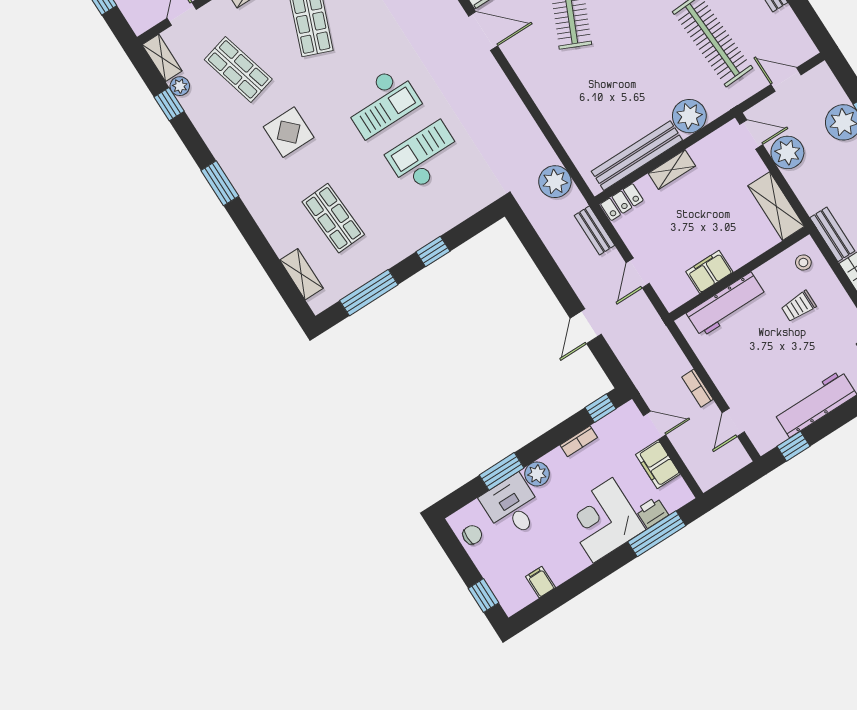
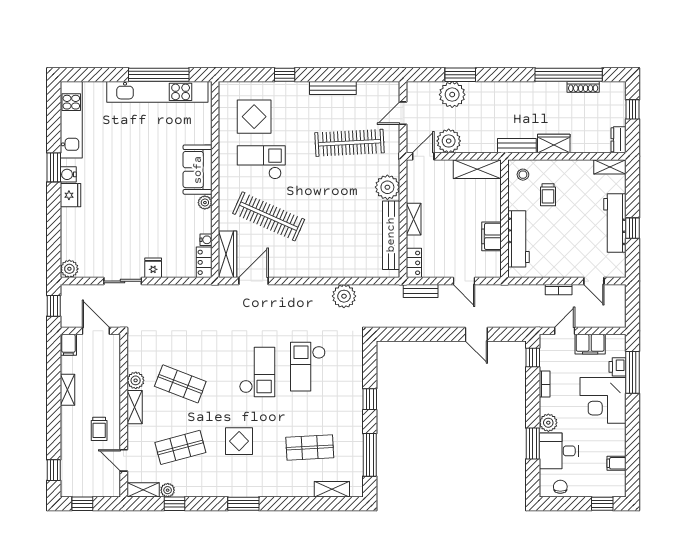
plant: (555, 182) -> (344, 296), moved
window: (793, 446) -> (633, 228), moved

